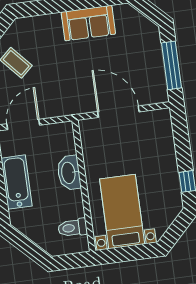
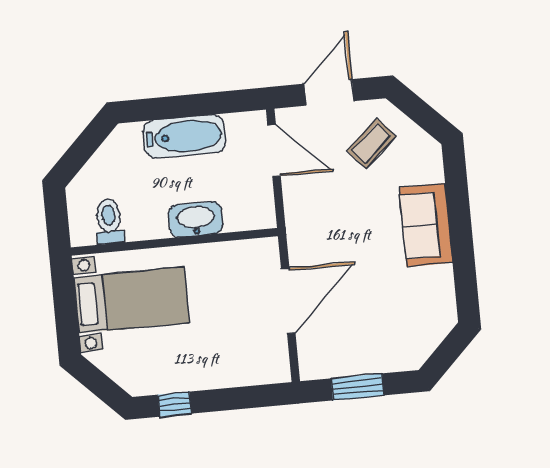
sofa: (88, 23) -> (426, 225), moved
window: (172, 65) -> (358, 387), width x0.69

